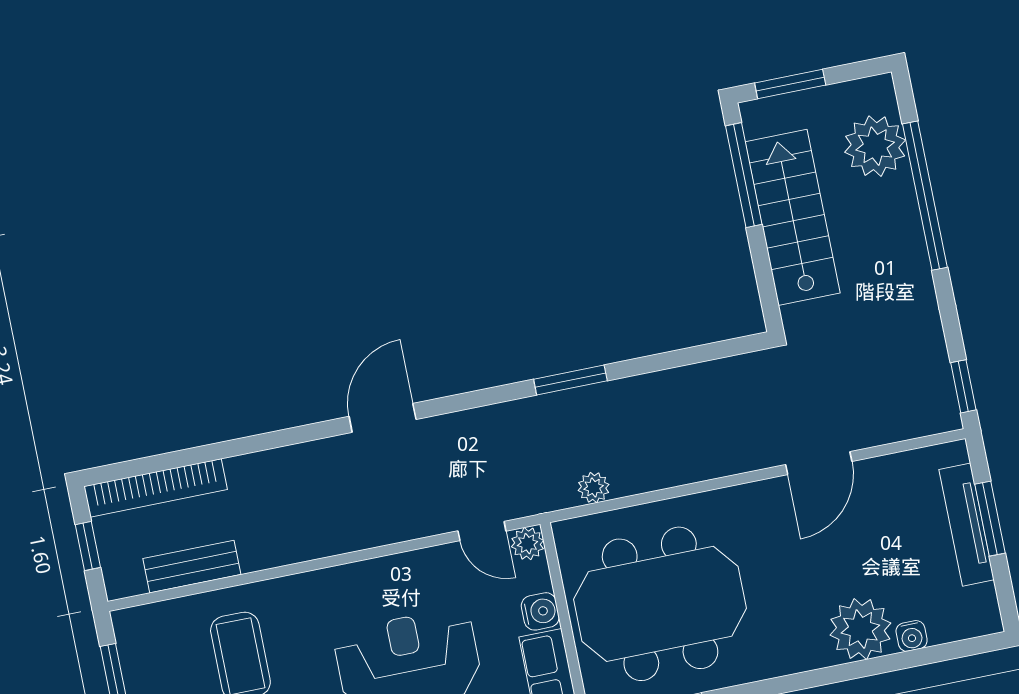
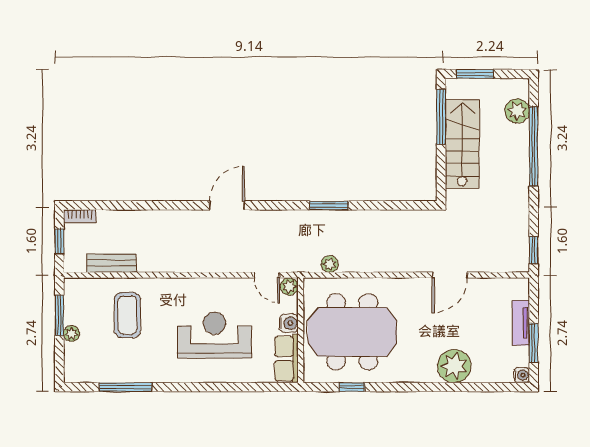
plant: (875, 146) -> (517, 111), width x0.73, depth x0.73
bookcase: (156, 488) -> (80, 216), width x0.43, depth x0.76
window: (990, 519) -> (534, 343), moved
tv unit: (967, 525) -> (521, 323), width x0.71
water cooler: (912, 636) -> (522, 375), moved, turned -90

